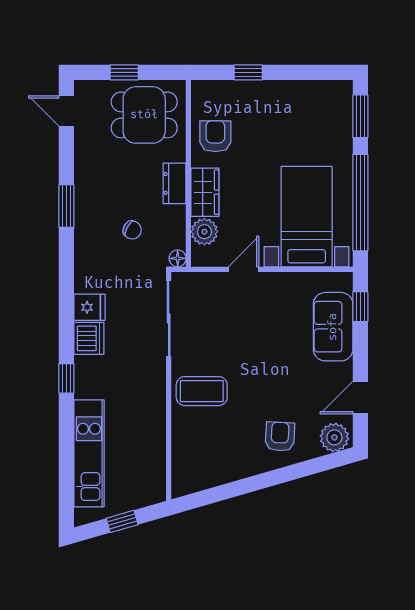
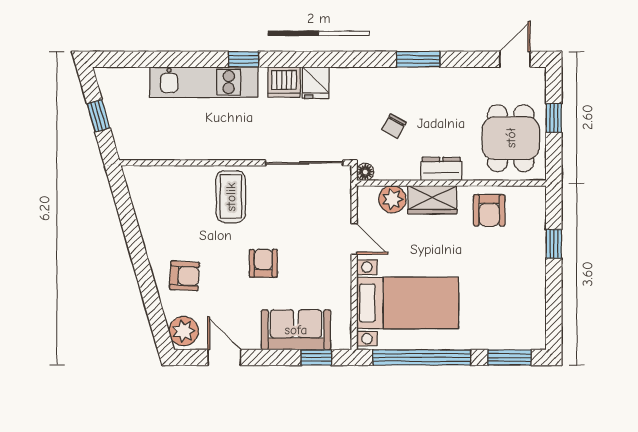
armchair: (215, 136) -> (489, 210), turned 90
armchair: (268, 359) -> (263, 263), added
kitchen unit: (89, 453) -> (204, 82), moved

